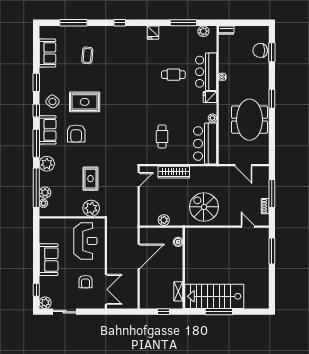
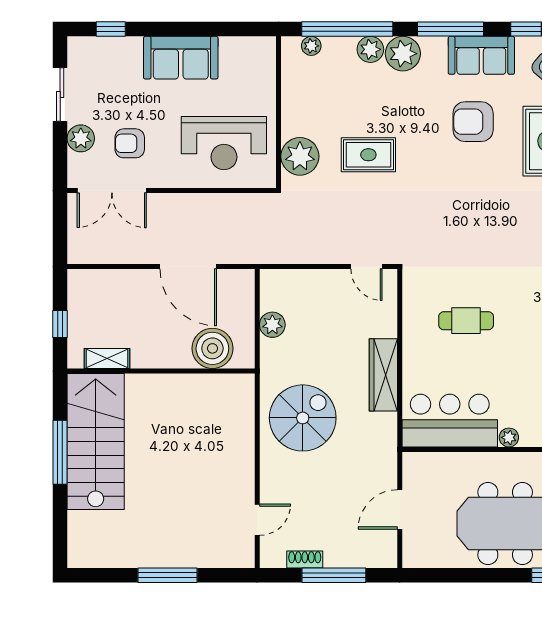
wardrobe: (174, 172) -> (383, 375), moved
plant: (45, 193) -> (370, 49), moved
boiler: (178, 242) -> (212, 348), width x1.86, depth x1.86
window: (272, 251) -> (167, 575), moved
plant: (45, 303) -> (81, 138), moved

